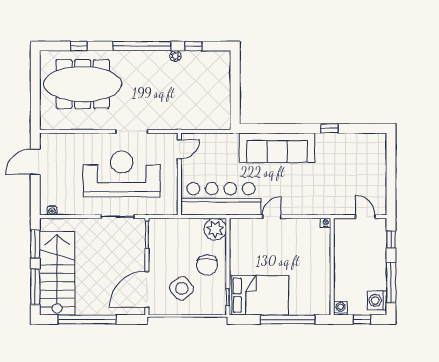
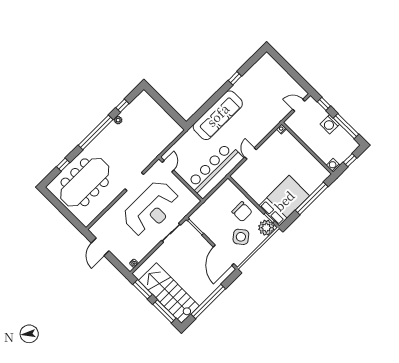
reception desk: (122, 174) -> (151, 209), turned 180
plant: (215, 229) -> (266, 228), moved
washing machine: (377, 300) -> (330, 124), moved

